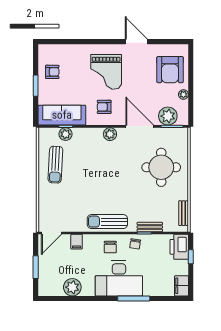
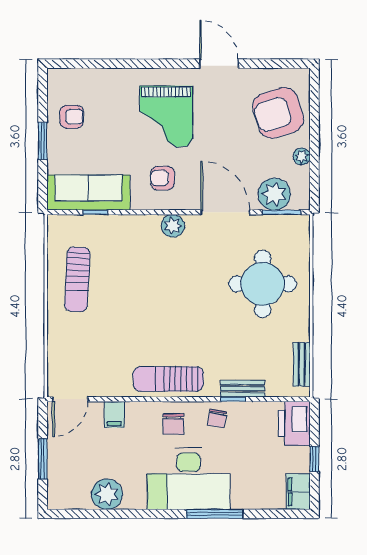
armchair: (170, 70) -> (278, 113), turned 72
plant: (66, 134) -> (95, 226), removed
window: (191, 257) -> (314, 459), moved

